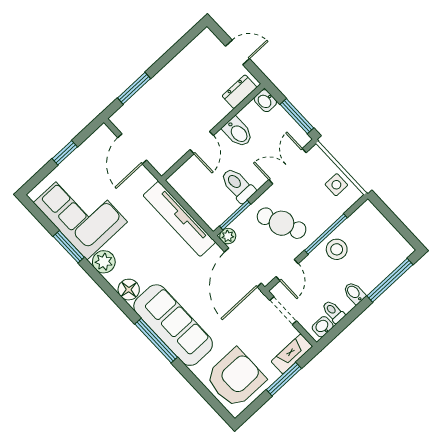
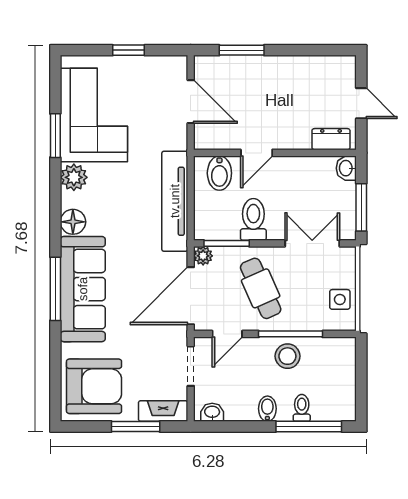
bidet: (238, 132) -> (219, 173), moved
door: (132, 149) -> (191, 102), swing flipped
toilet: (333, 312) -> (302, 408), moved

